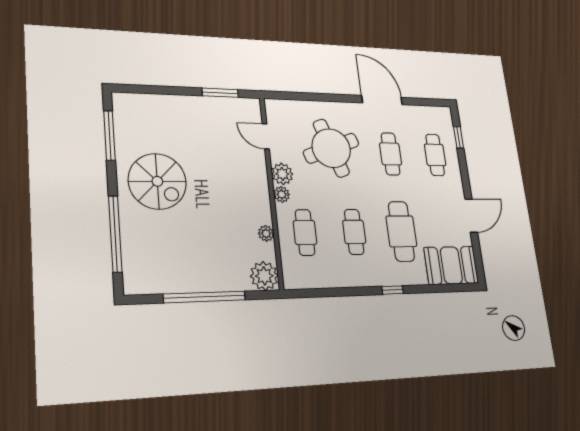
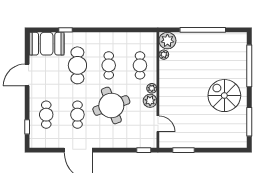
window: (284, 96) -> (144, 150), added
round table: (331, 148) -> (111, 105), moved
plant: (266, 233) -> (164, 55), moved
window: (393, 290) -> (65, 30), moved

